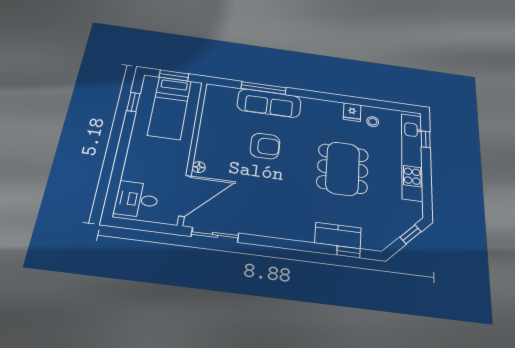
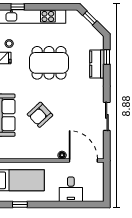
armchair: (265, 146) -> (40, 115), turned -133
desk: (137, 199) -> (71, 189), moved
sliding door: (215, 235) -> (107, 116), moved

